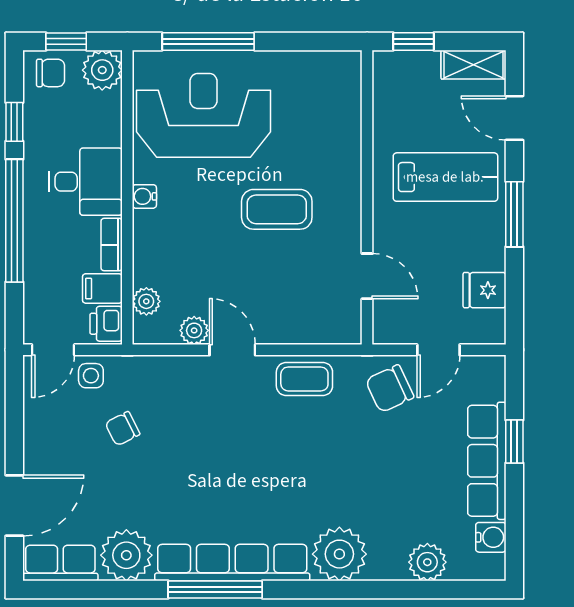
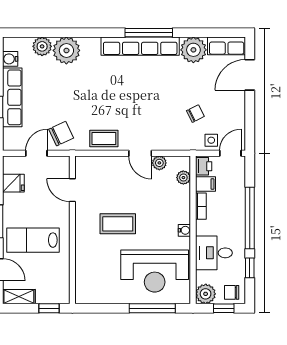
desk: (86, 182) -> (214, 253), moved
plant: (339, 554) -> (66, 50), moved

